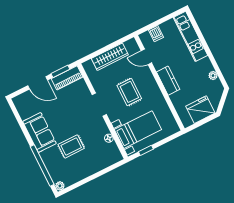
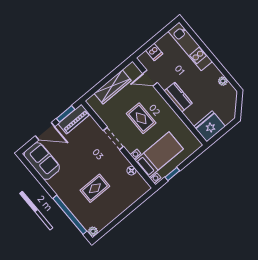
fridge: (200, 110) -> (209, 126), moved
sofa: (40, 132) -> (42, 161), moved

